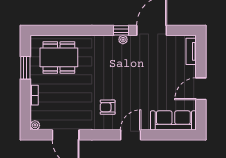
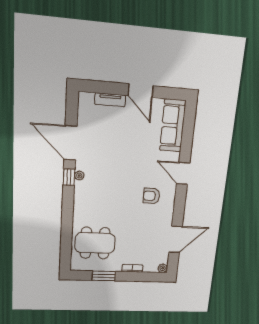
tv unit: (191, 51) -> (110, 100), moved
dining table: (59, 57) -> (95, 243), turned 90
armchair: (108, 107) -> (151, 196), turned 90

